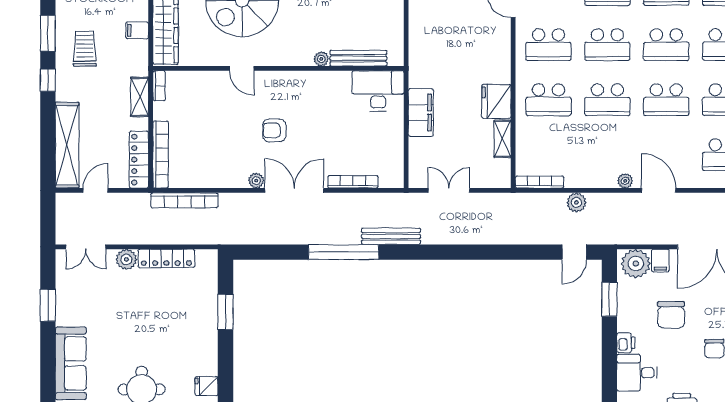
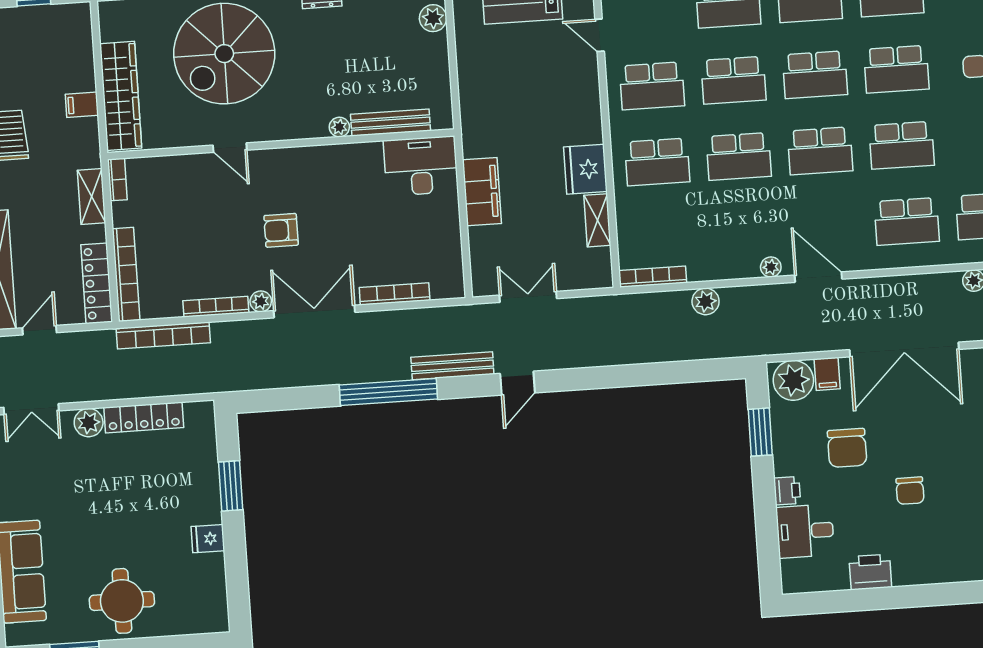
bookcase: (224, 182) -> (216, 307), added
door: (574, 252) -> (518, 383), moved
fridge: (207, 386) -> (208, 539), moved

